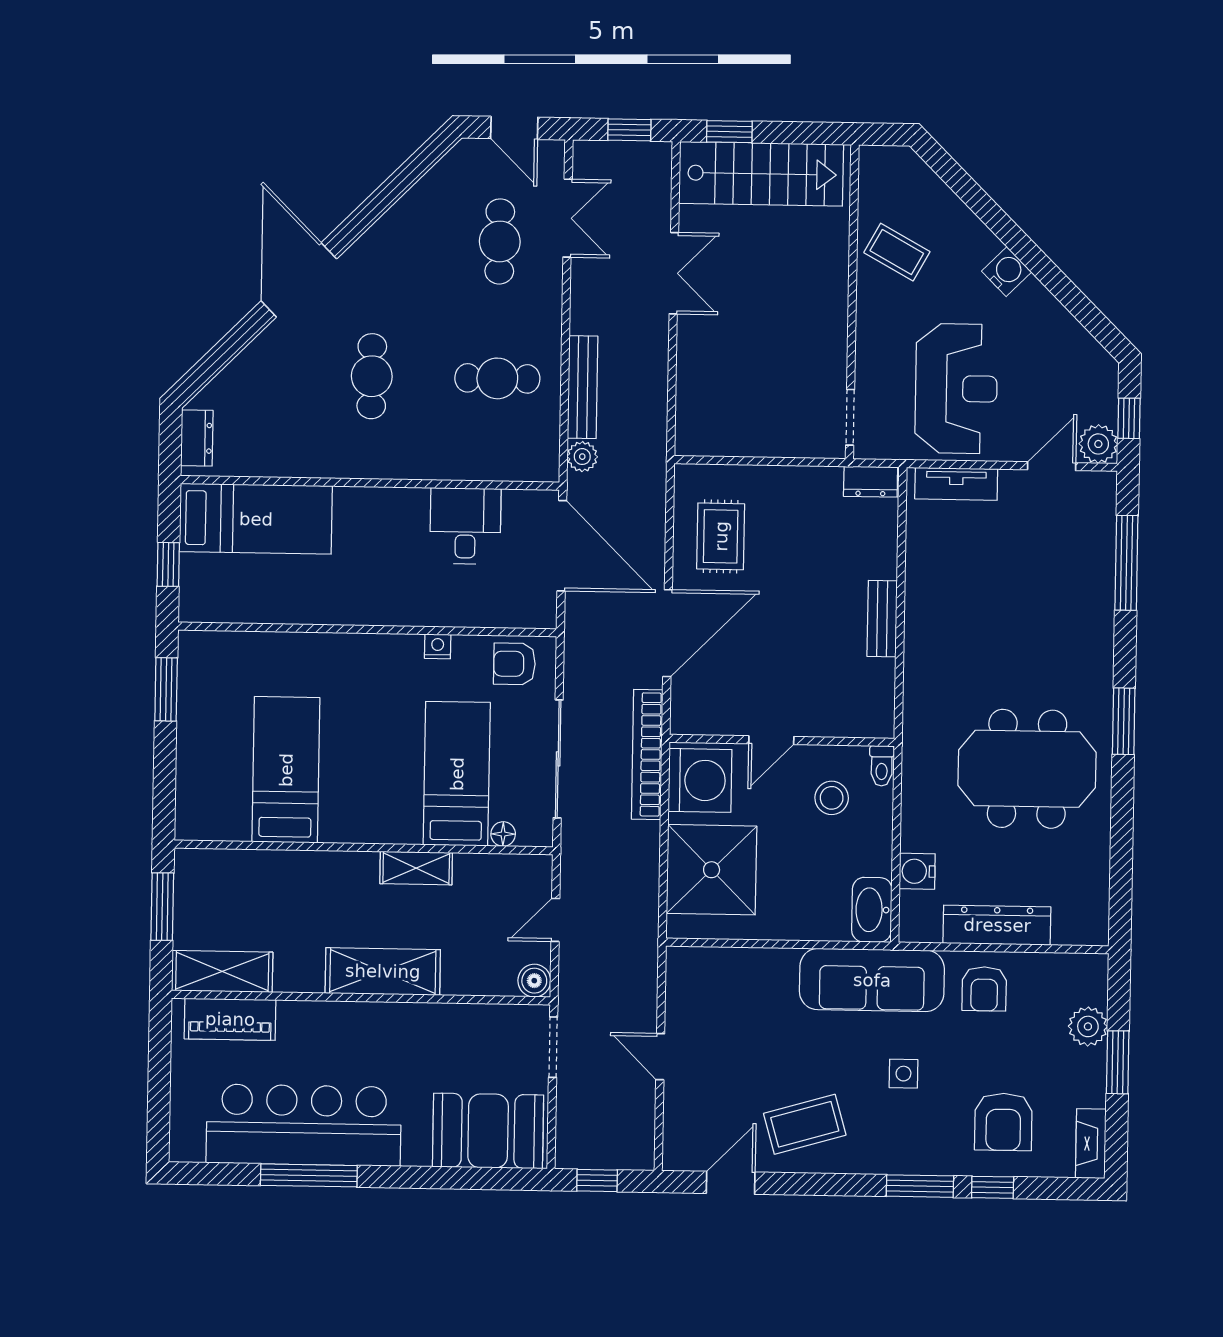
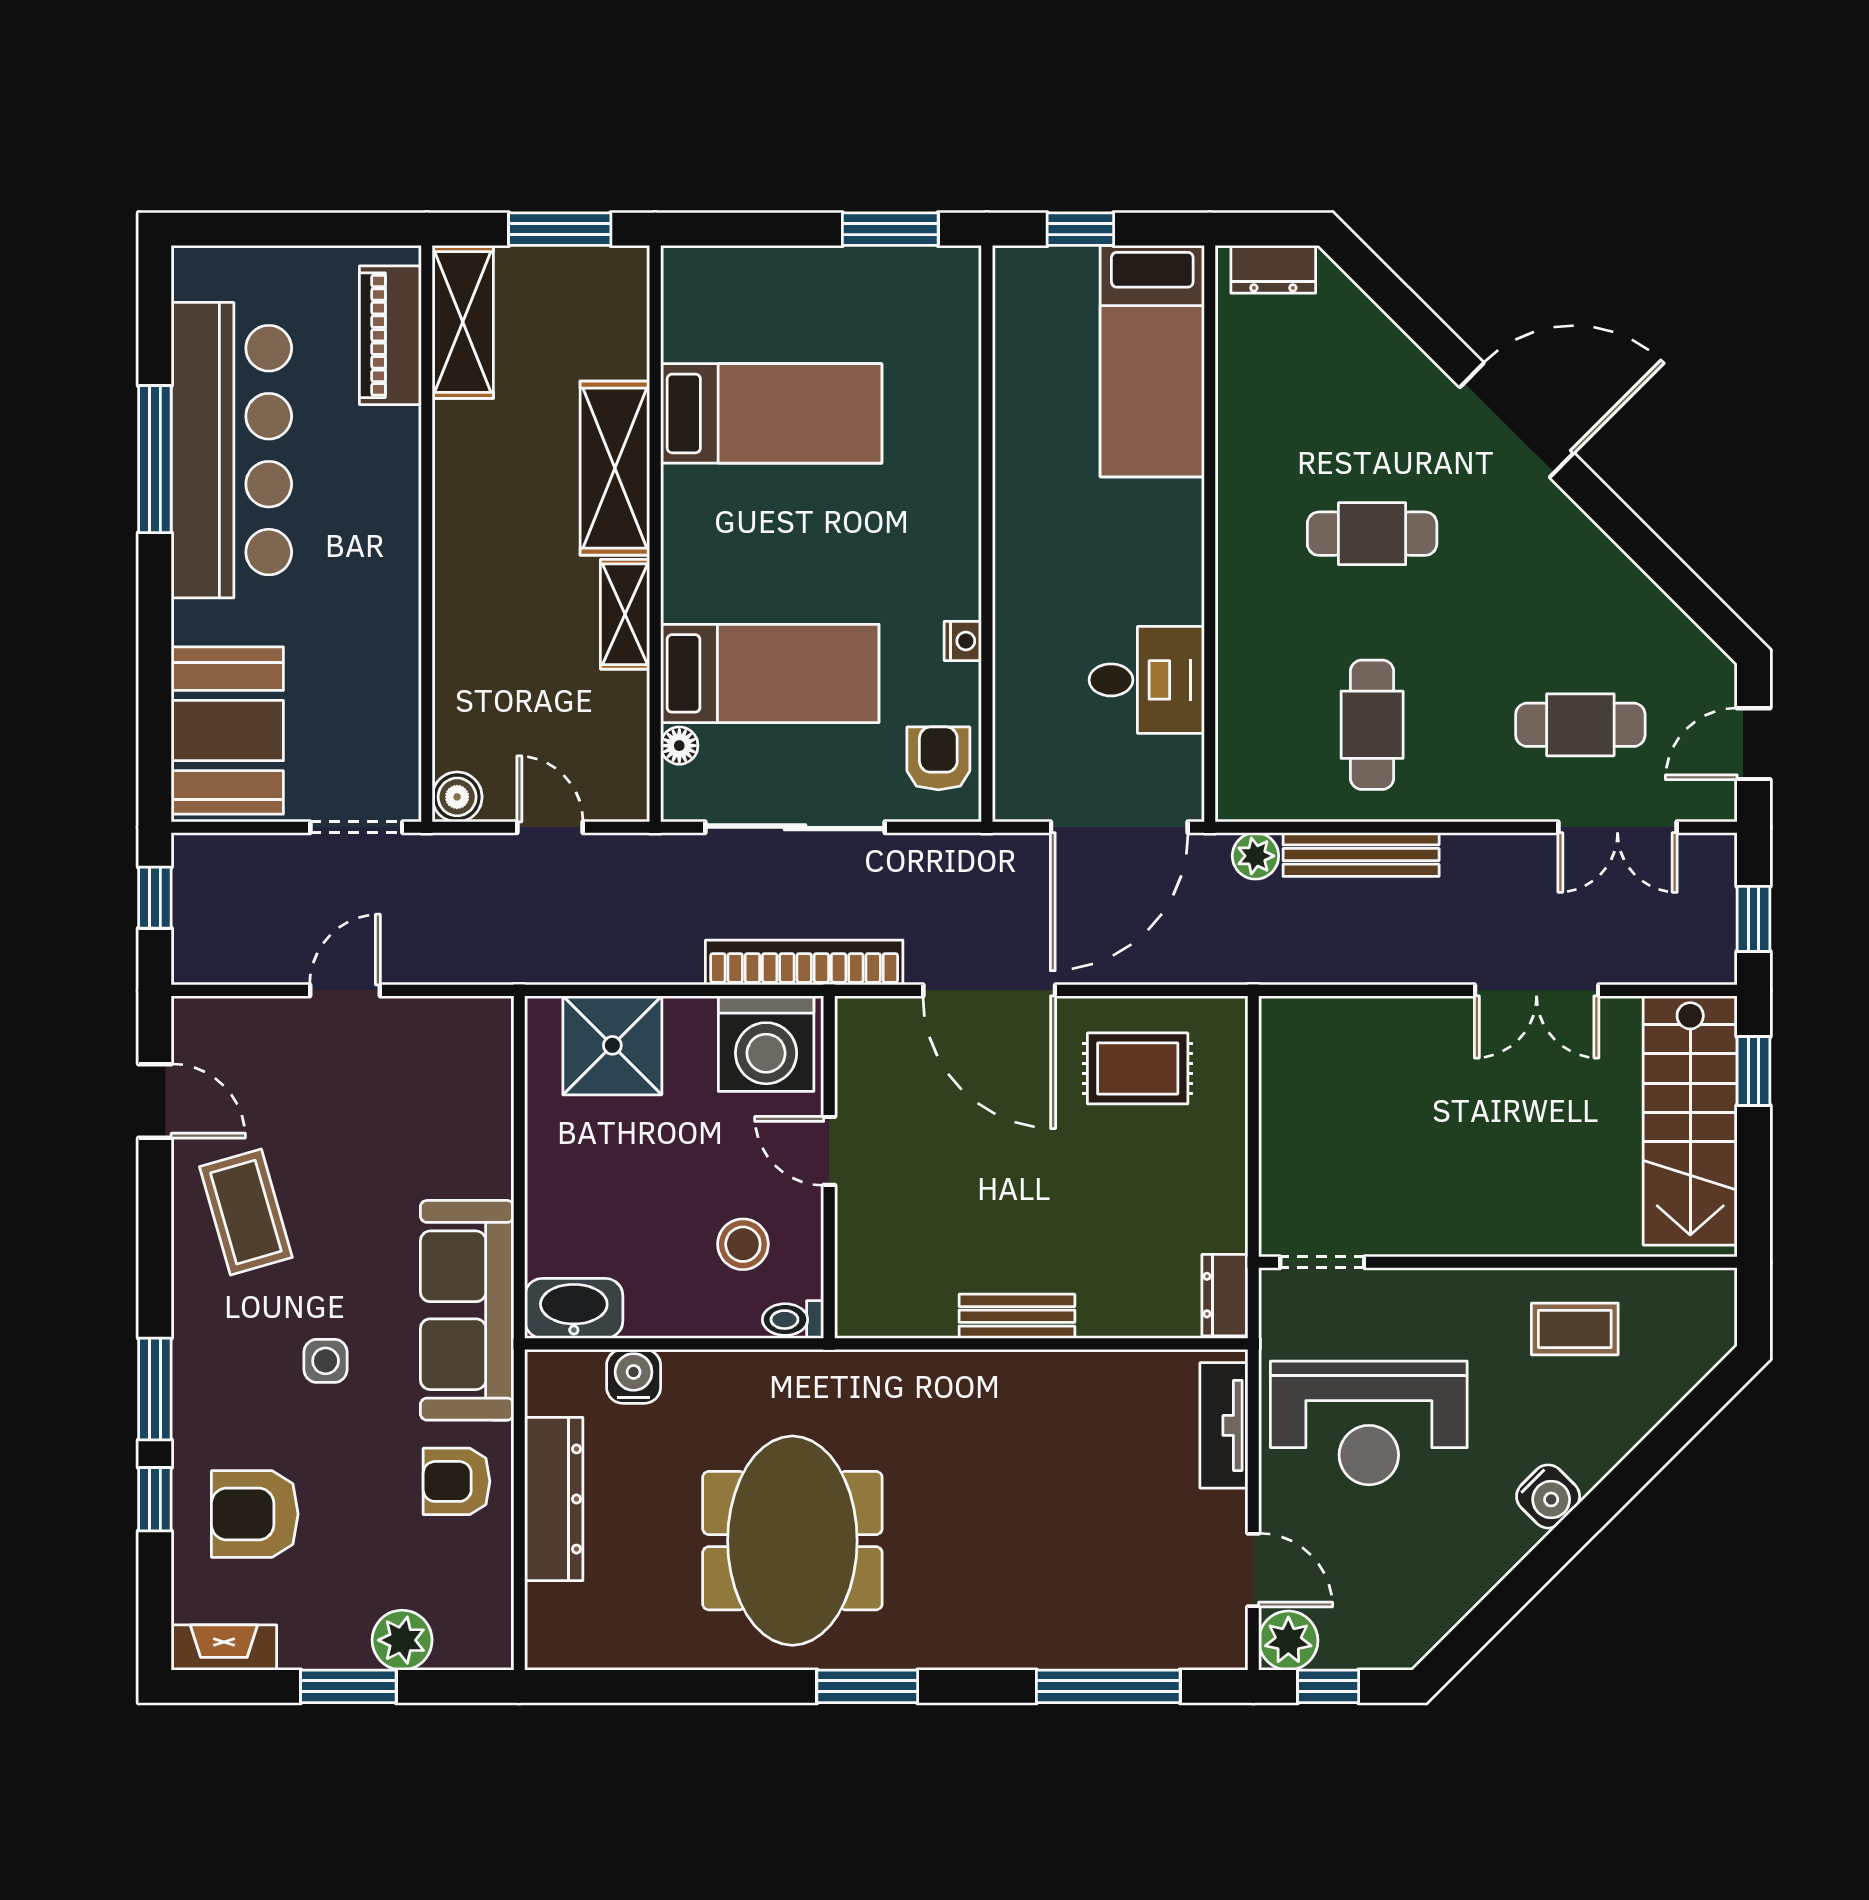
coffee table: (897, 252) -> (1575, 1329), turned 61
shower: (712, 870) -> (612, 1045), width x0.73, depth x0.73
shelving: (383, 971) -> (615, 468), moved

